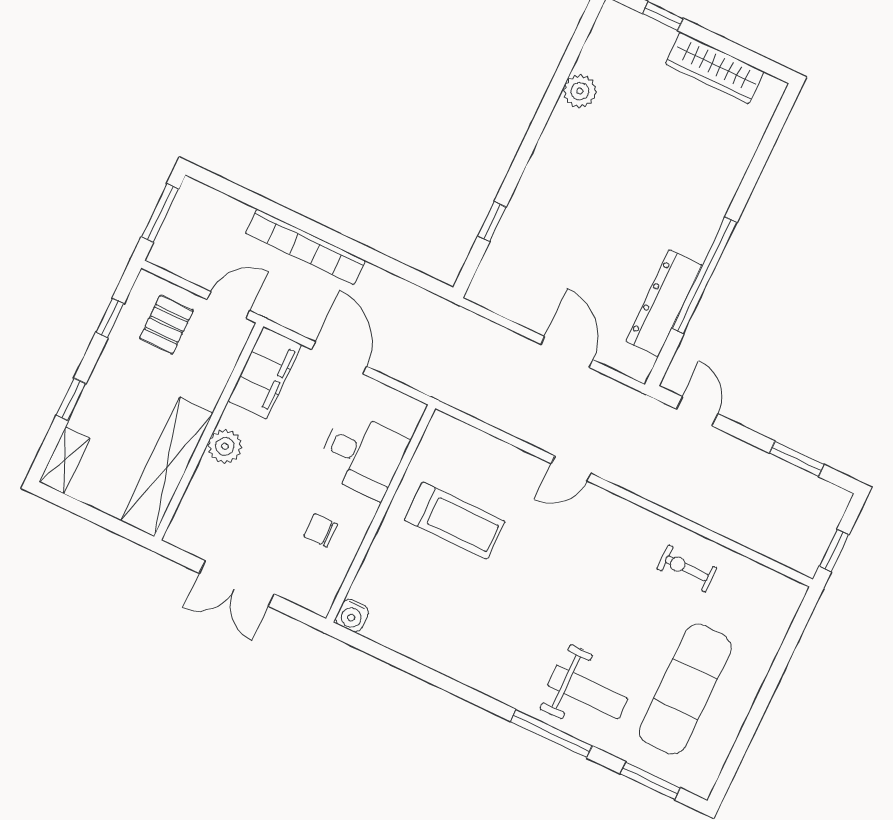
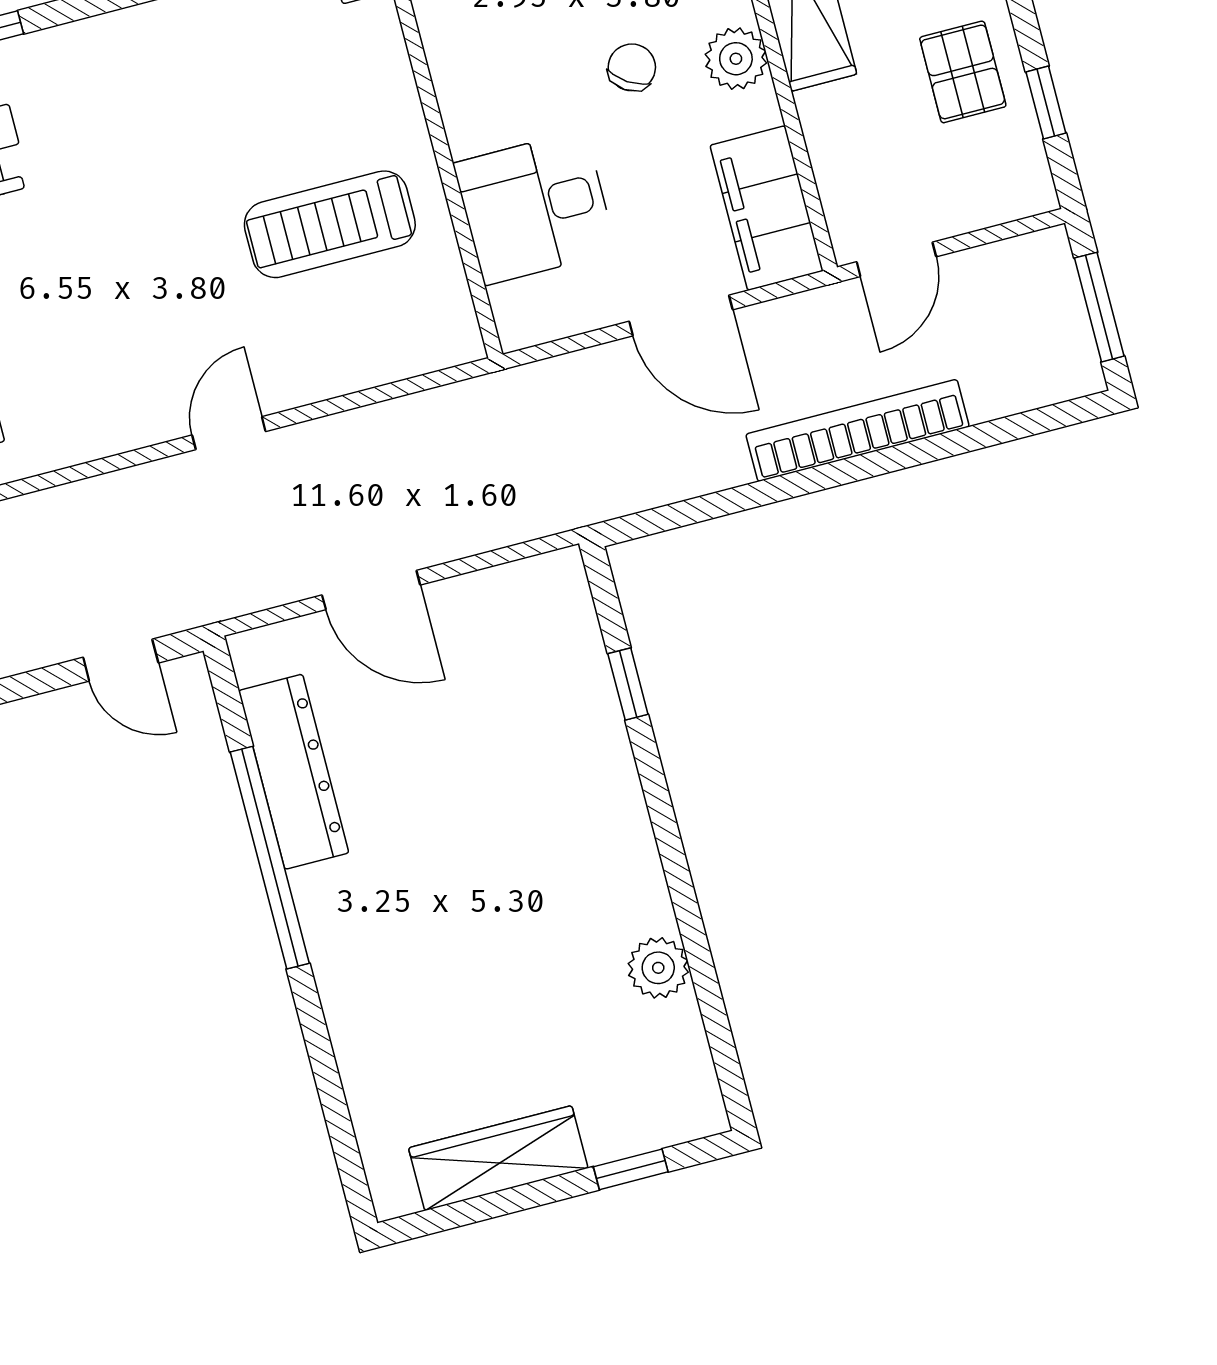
pallet: (166, 325) -> (963, 72), moved
chair: (321, 530) -> (632, 67), moved, turned -57

